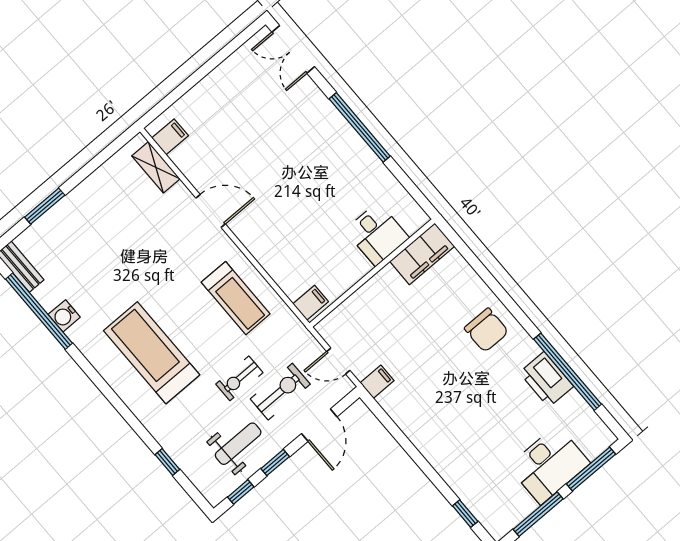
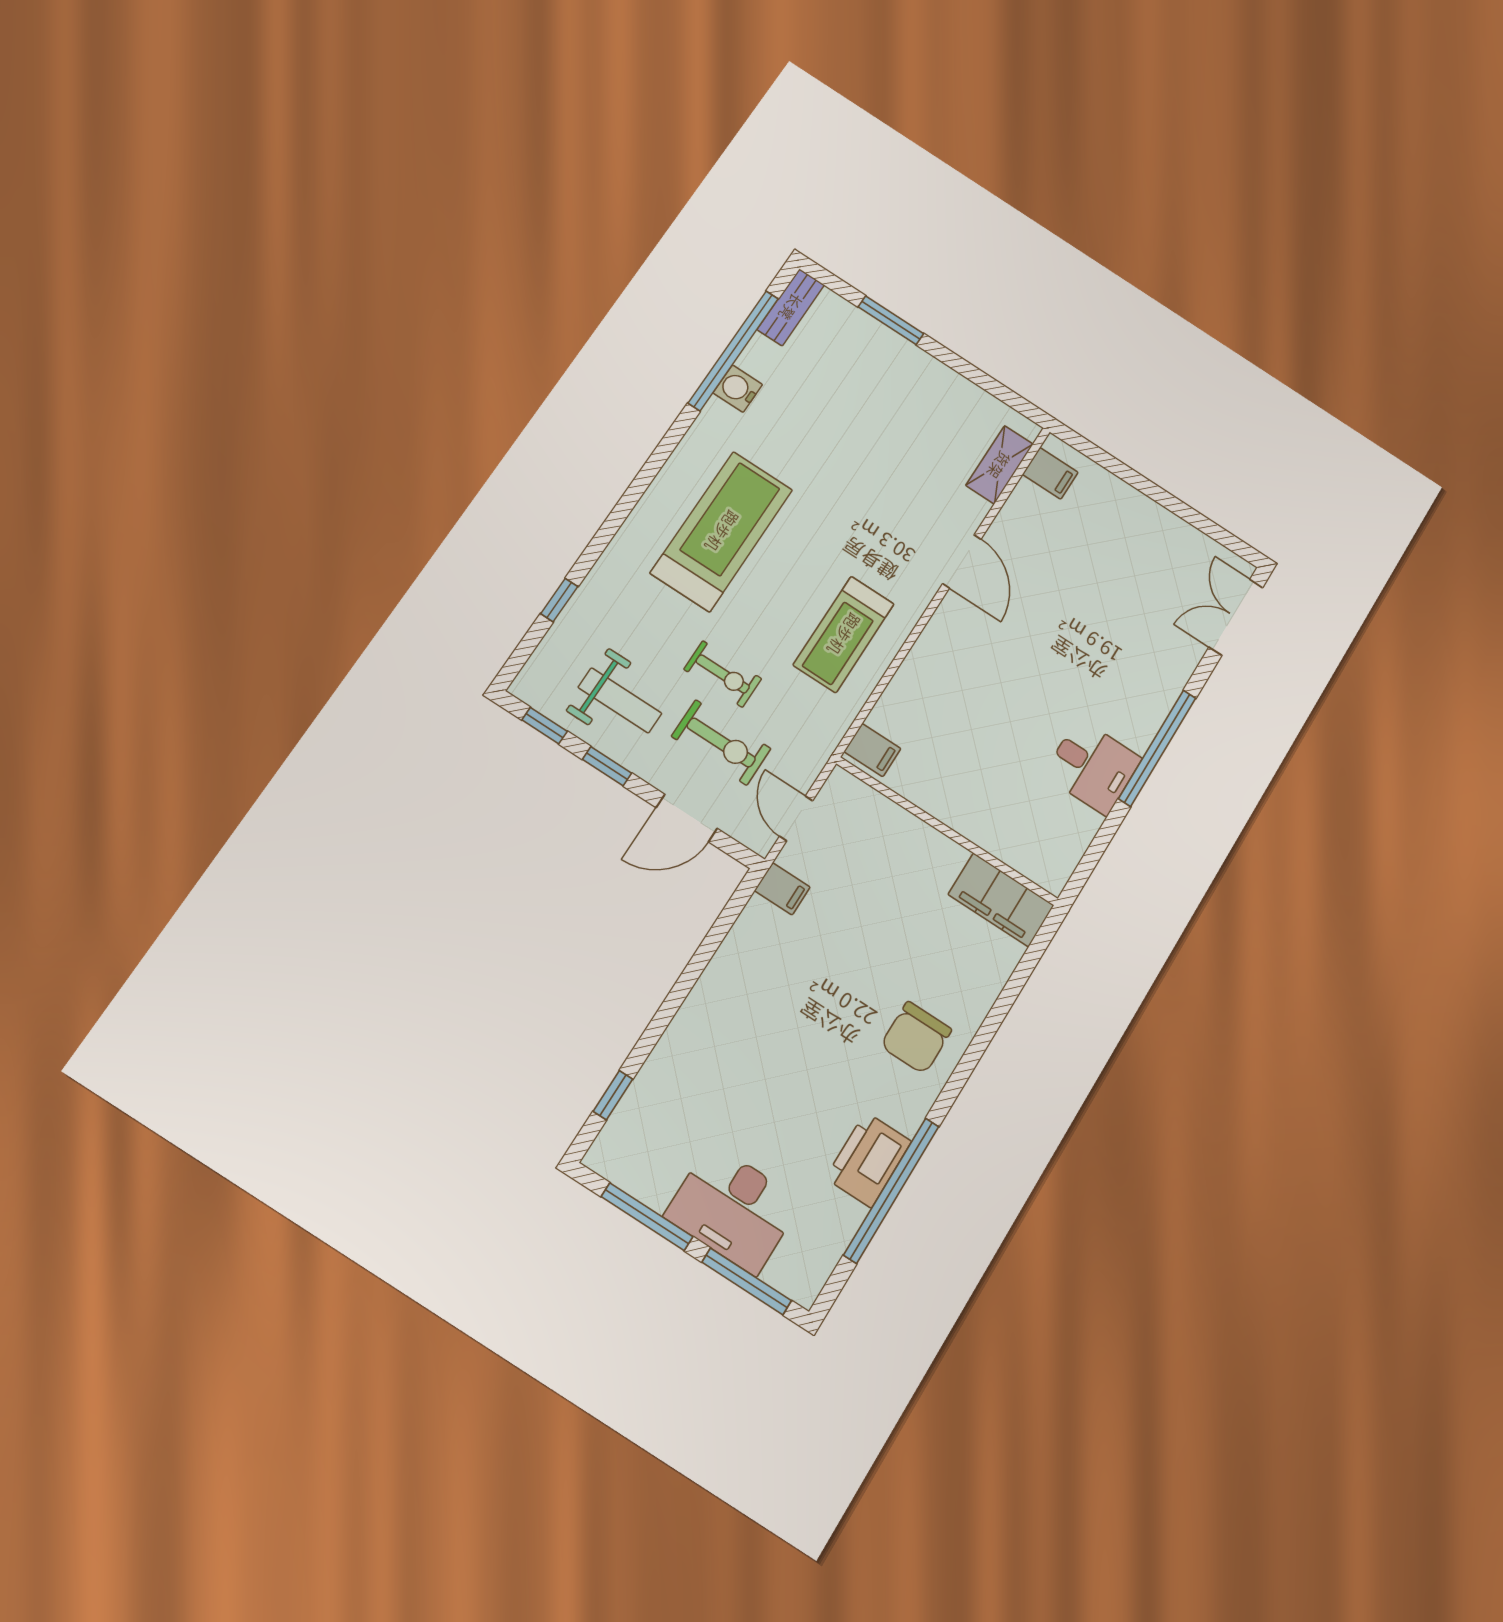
desk: (377, 234) -> (1092, 767), moved, turned -90
exercise bike: (239, 378) -> (723, 674), turned 180

